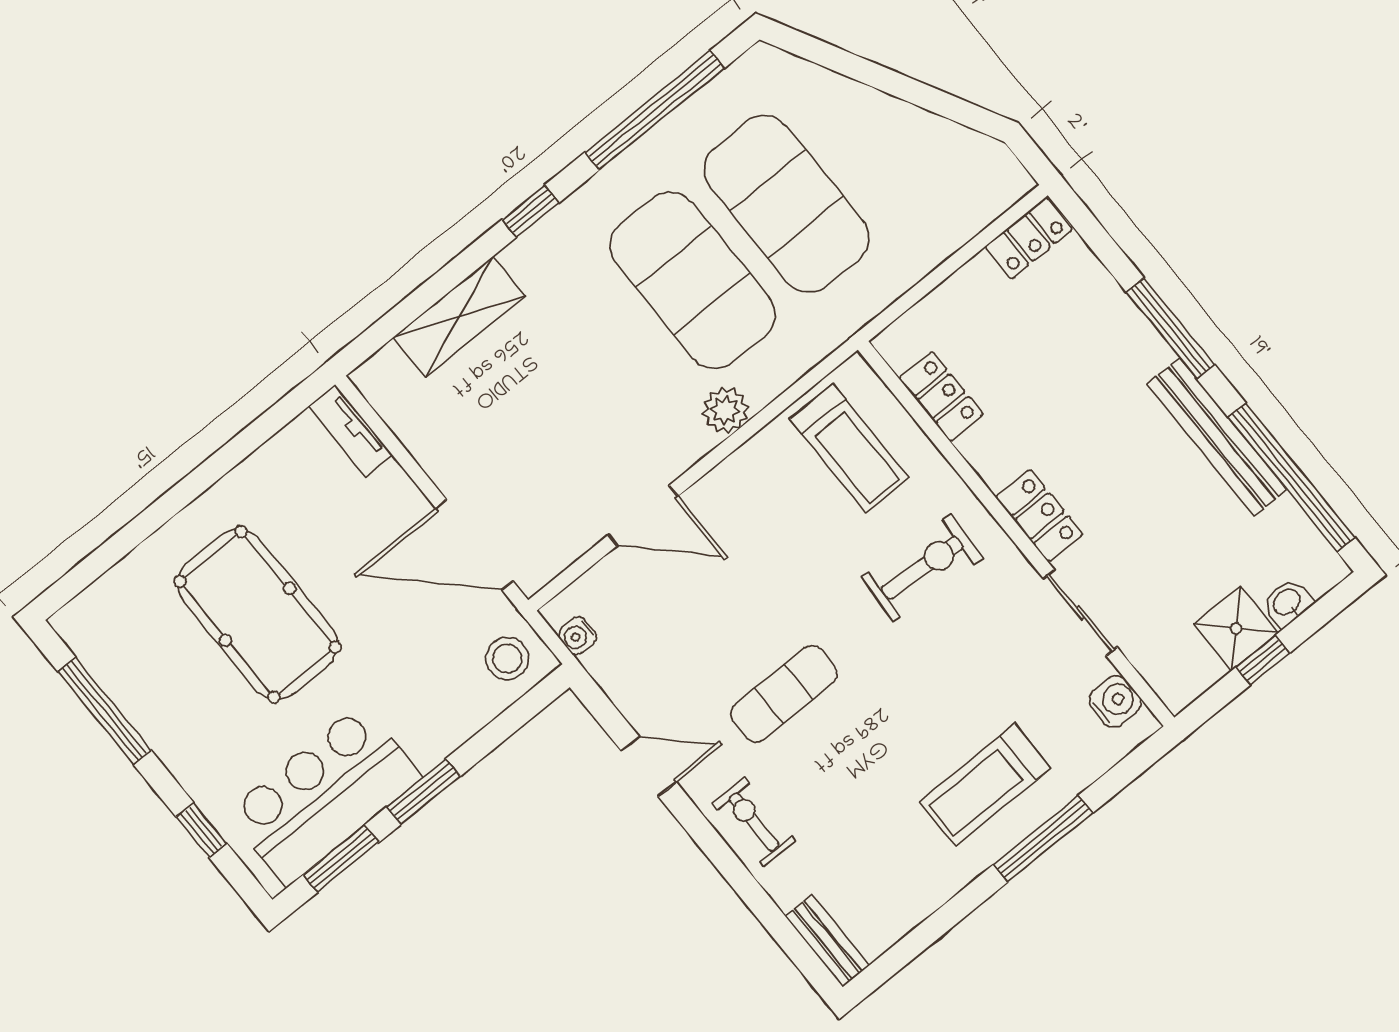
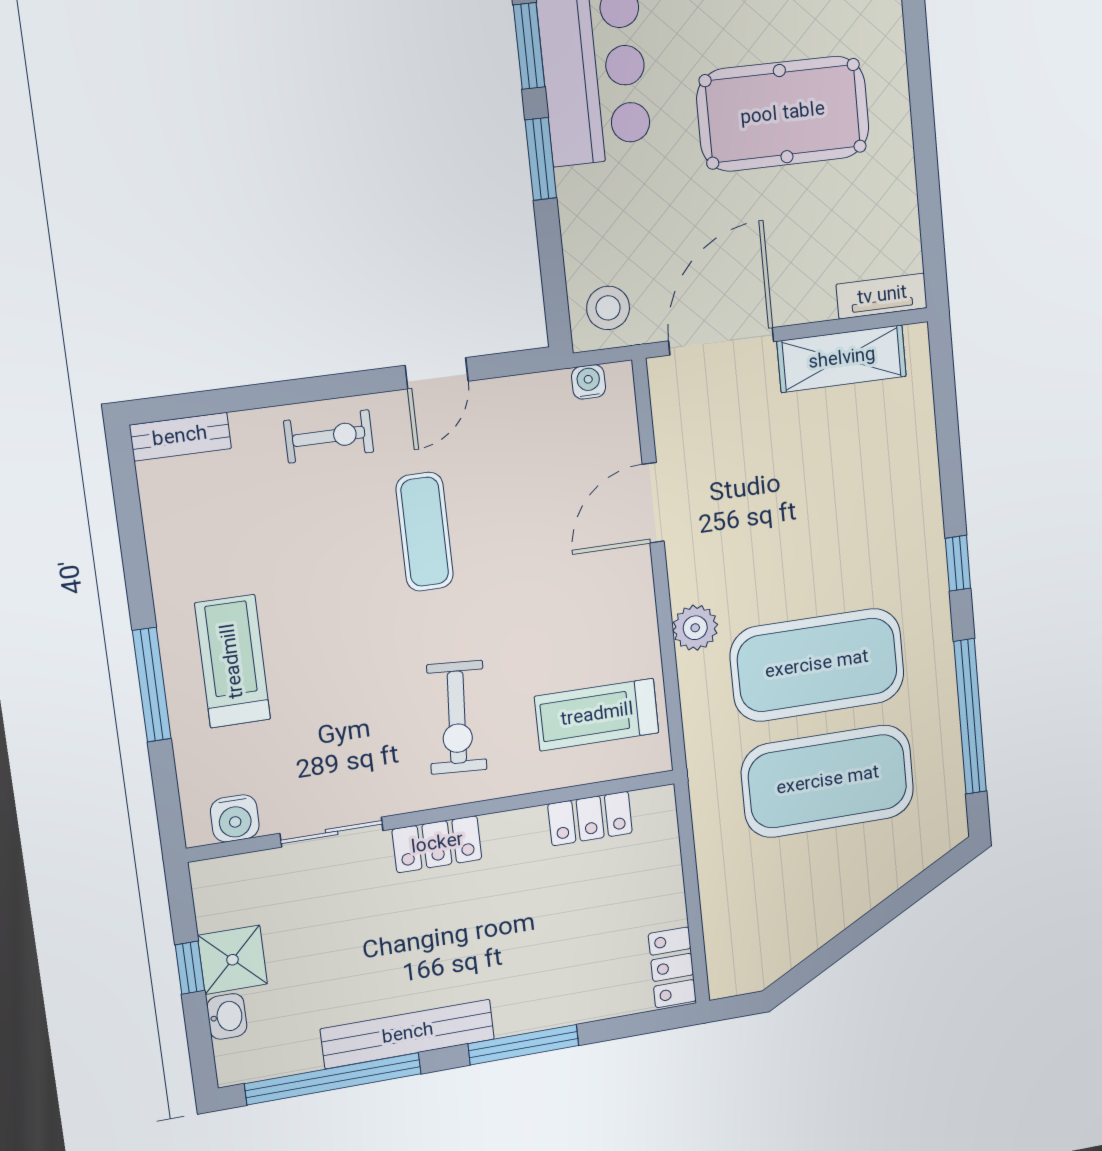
shelving: (459, 317) -> (842, 359), moved, turned 90

